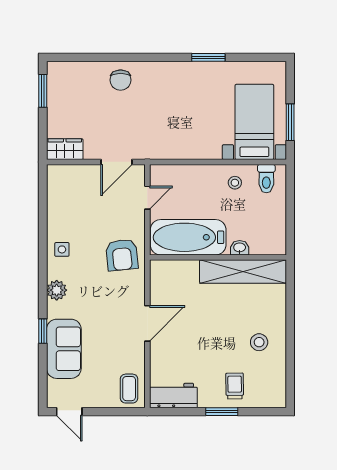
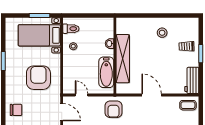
armchair: (178, 120) -> (38, 78), added
bathtub: (188, 237) -> (106, 72), width x0.73, depth x0.73
armchair: (122, 255) -> (113, 109), turned 96
shelving: (243, 271) -> (123, 59), moved

